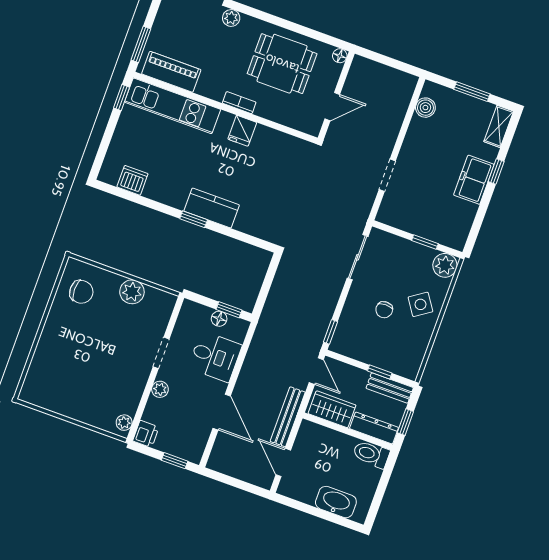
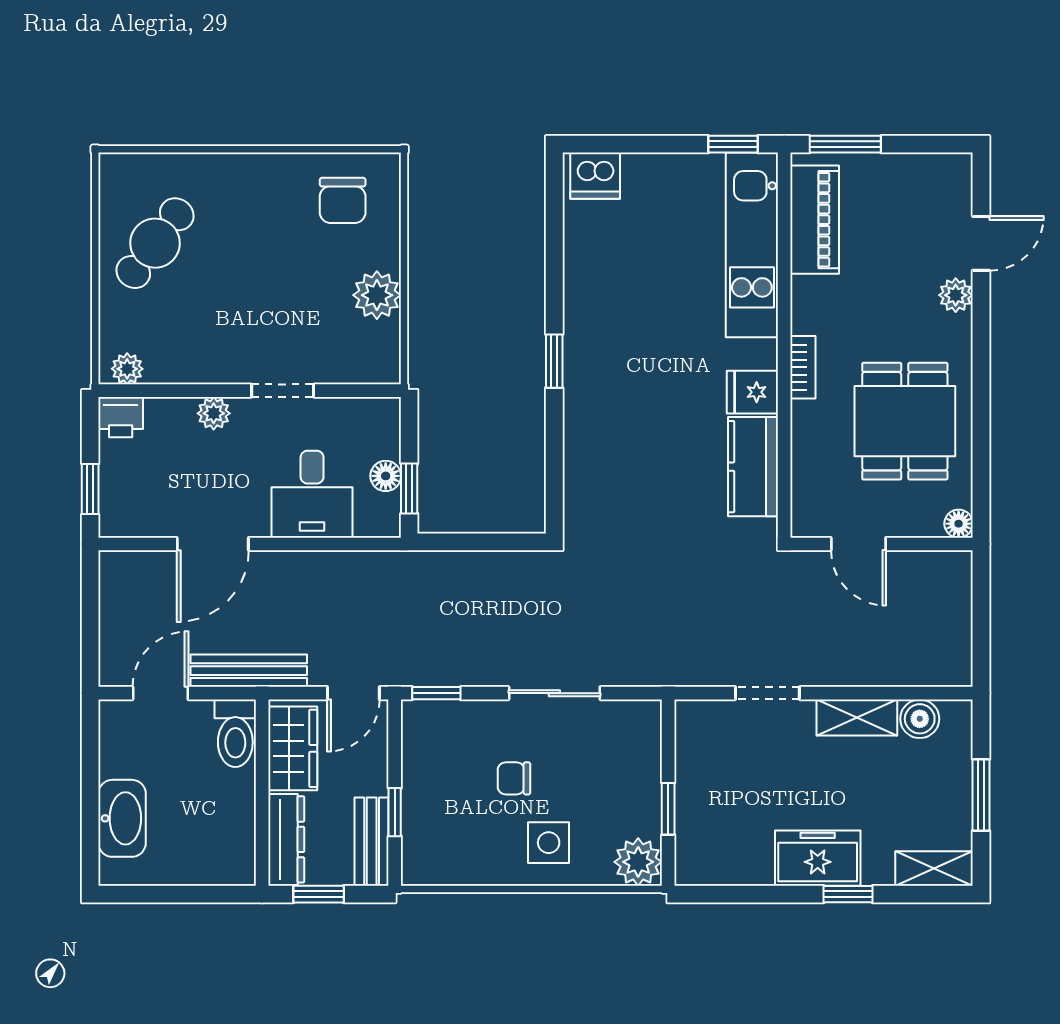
shelving: (414, 137) -> (857, 717), added
dishwasher: (132, 180) -> (595, 176), moved, turned 90
kitchen counter: (212, 208) -> (753, 467), moved, turned 180
sliding door: (358, 257) -> (554, 693), moved
side table: (420, 304) -> (549, 843), turned 34
cafe table: (69, 388) -> (155, 243), added
toilet: (371, 454) -> (235, 733), moved, turned 180

